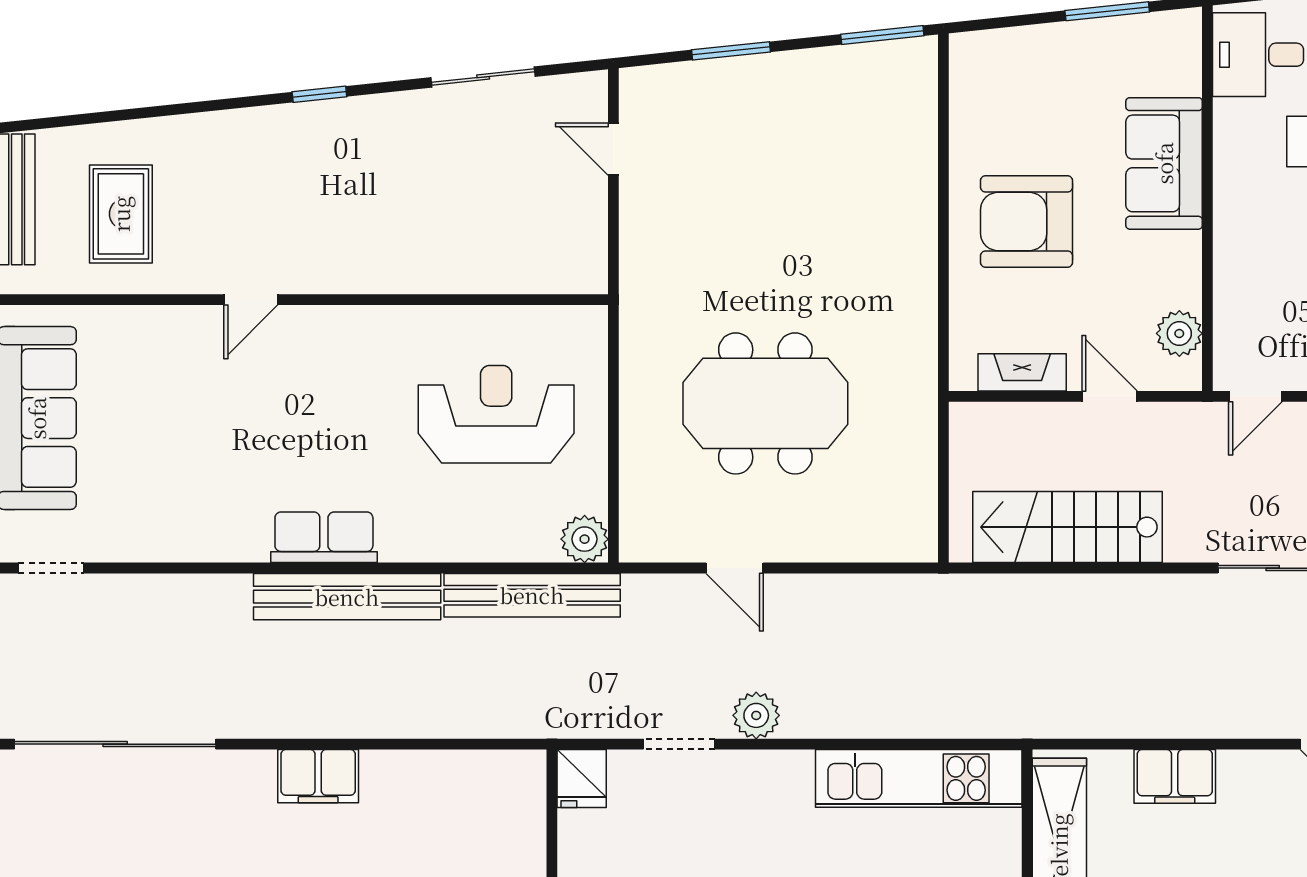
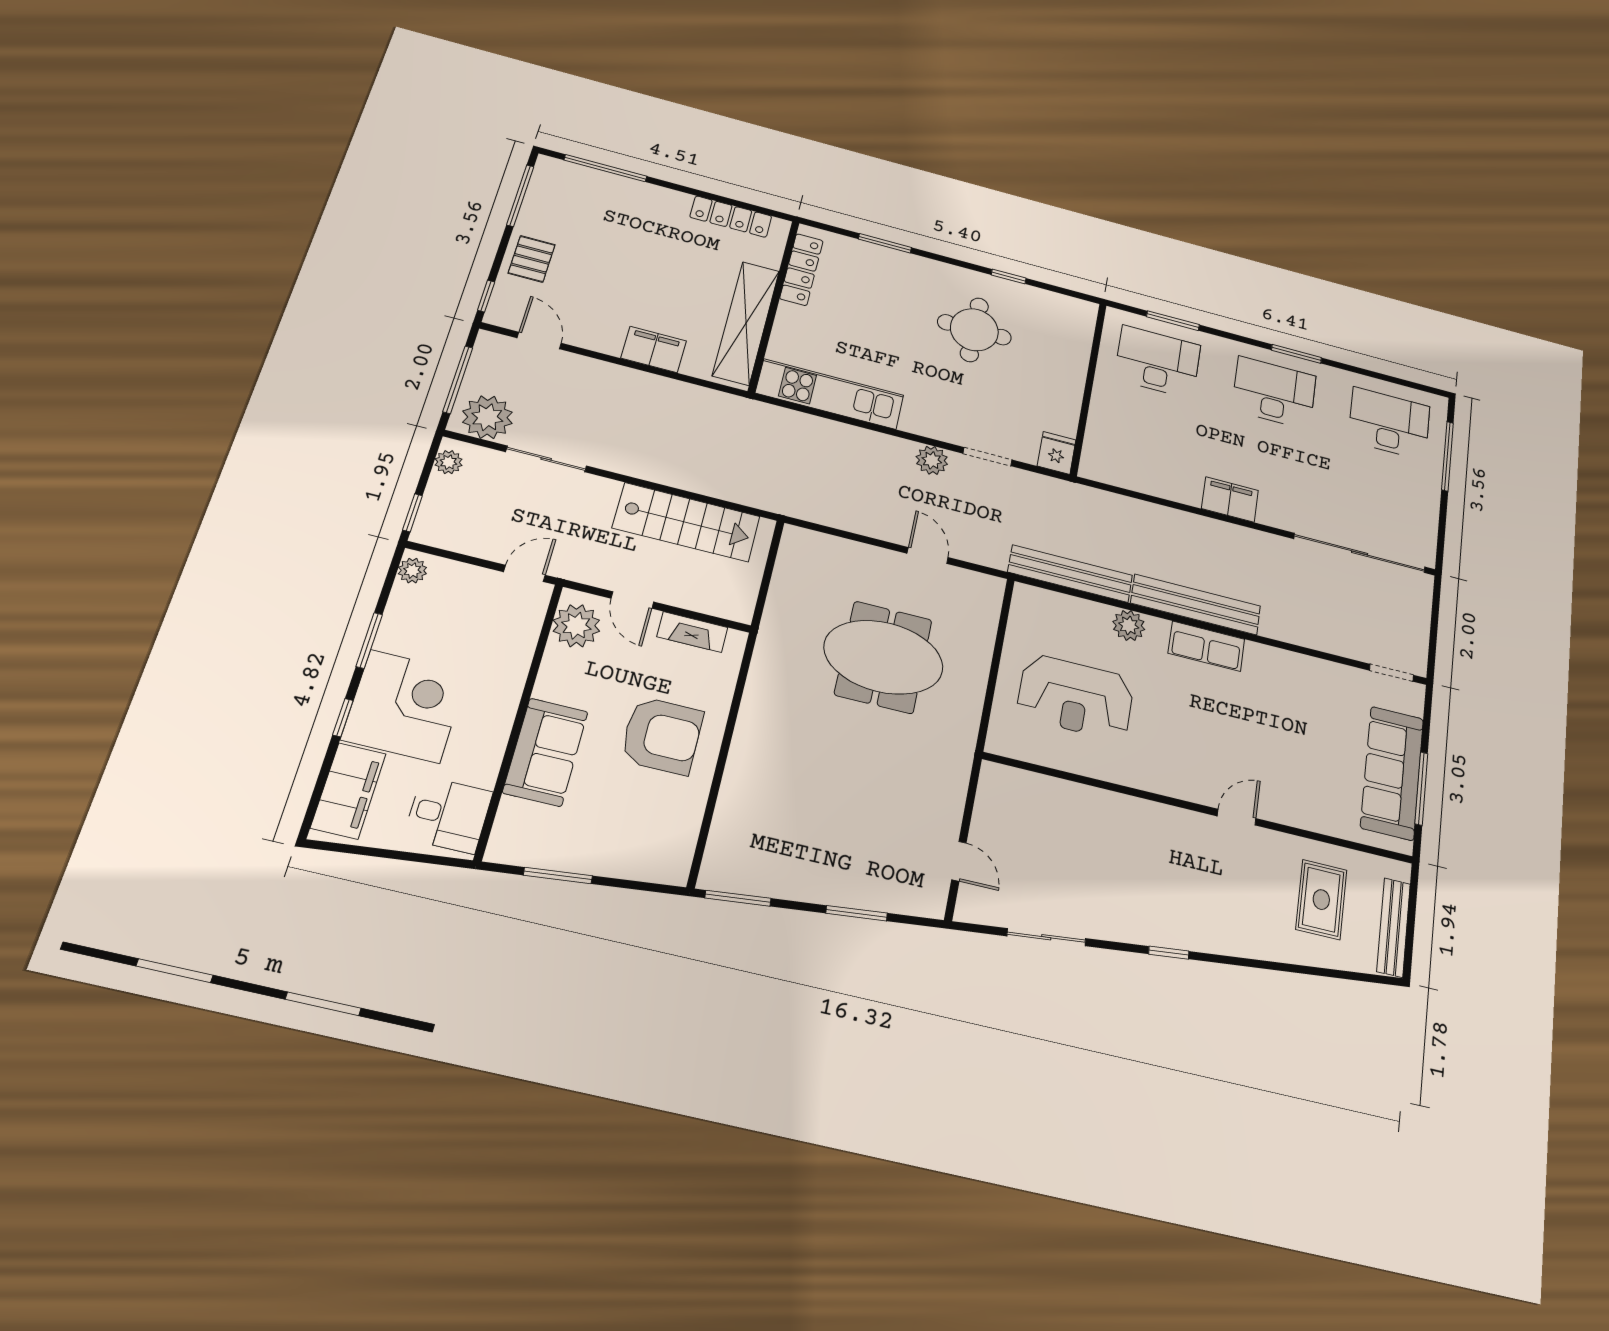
plant: (1179, 333) -> (576, 626), width x1.36, depth x1.36
plant: (585, 539) -> (1129, 626), moved

